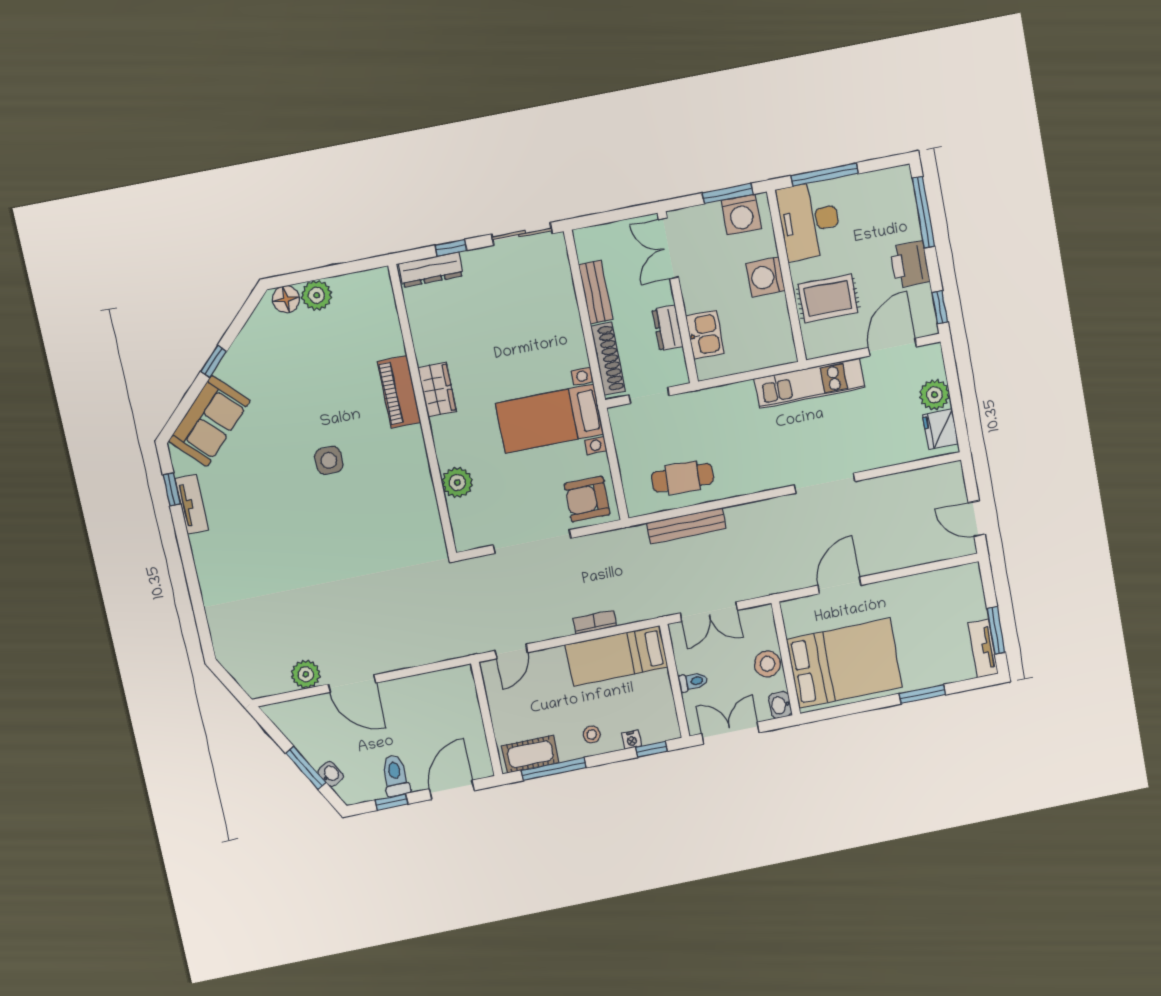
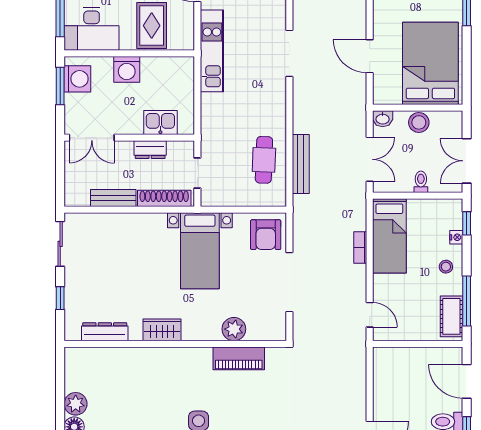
dresser: (431, 270) -> (105, 332), moved, turned -90
piano: (399, 392) -> (239, 358), moved
washbasin: (780, 705) -> (383, 119), moved

